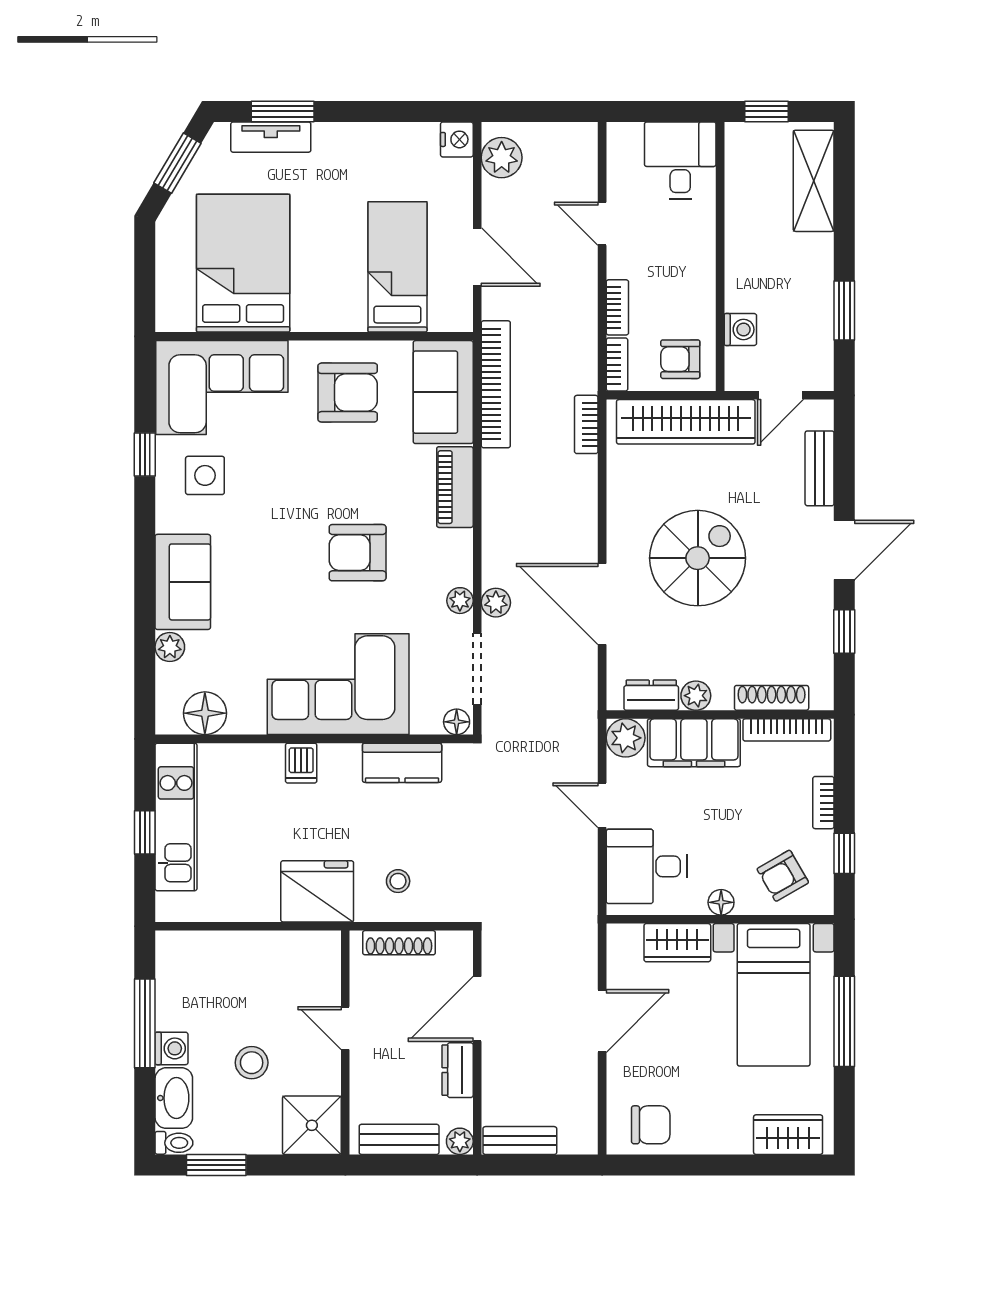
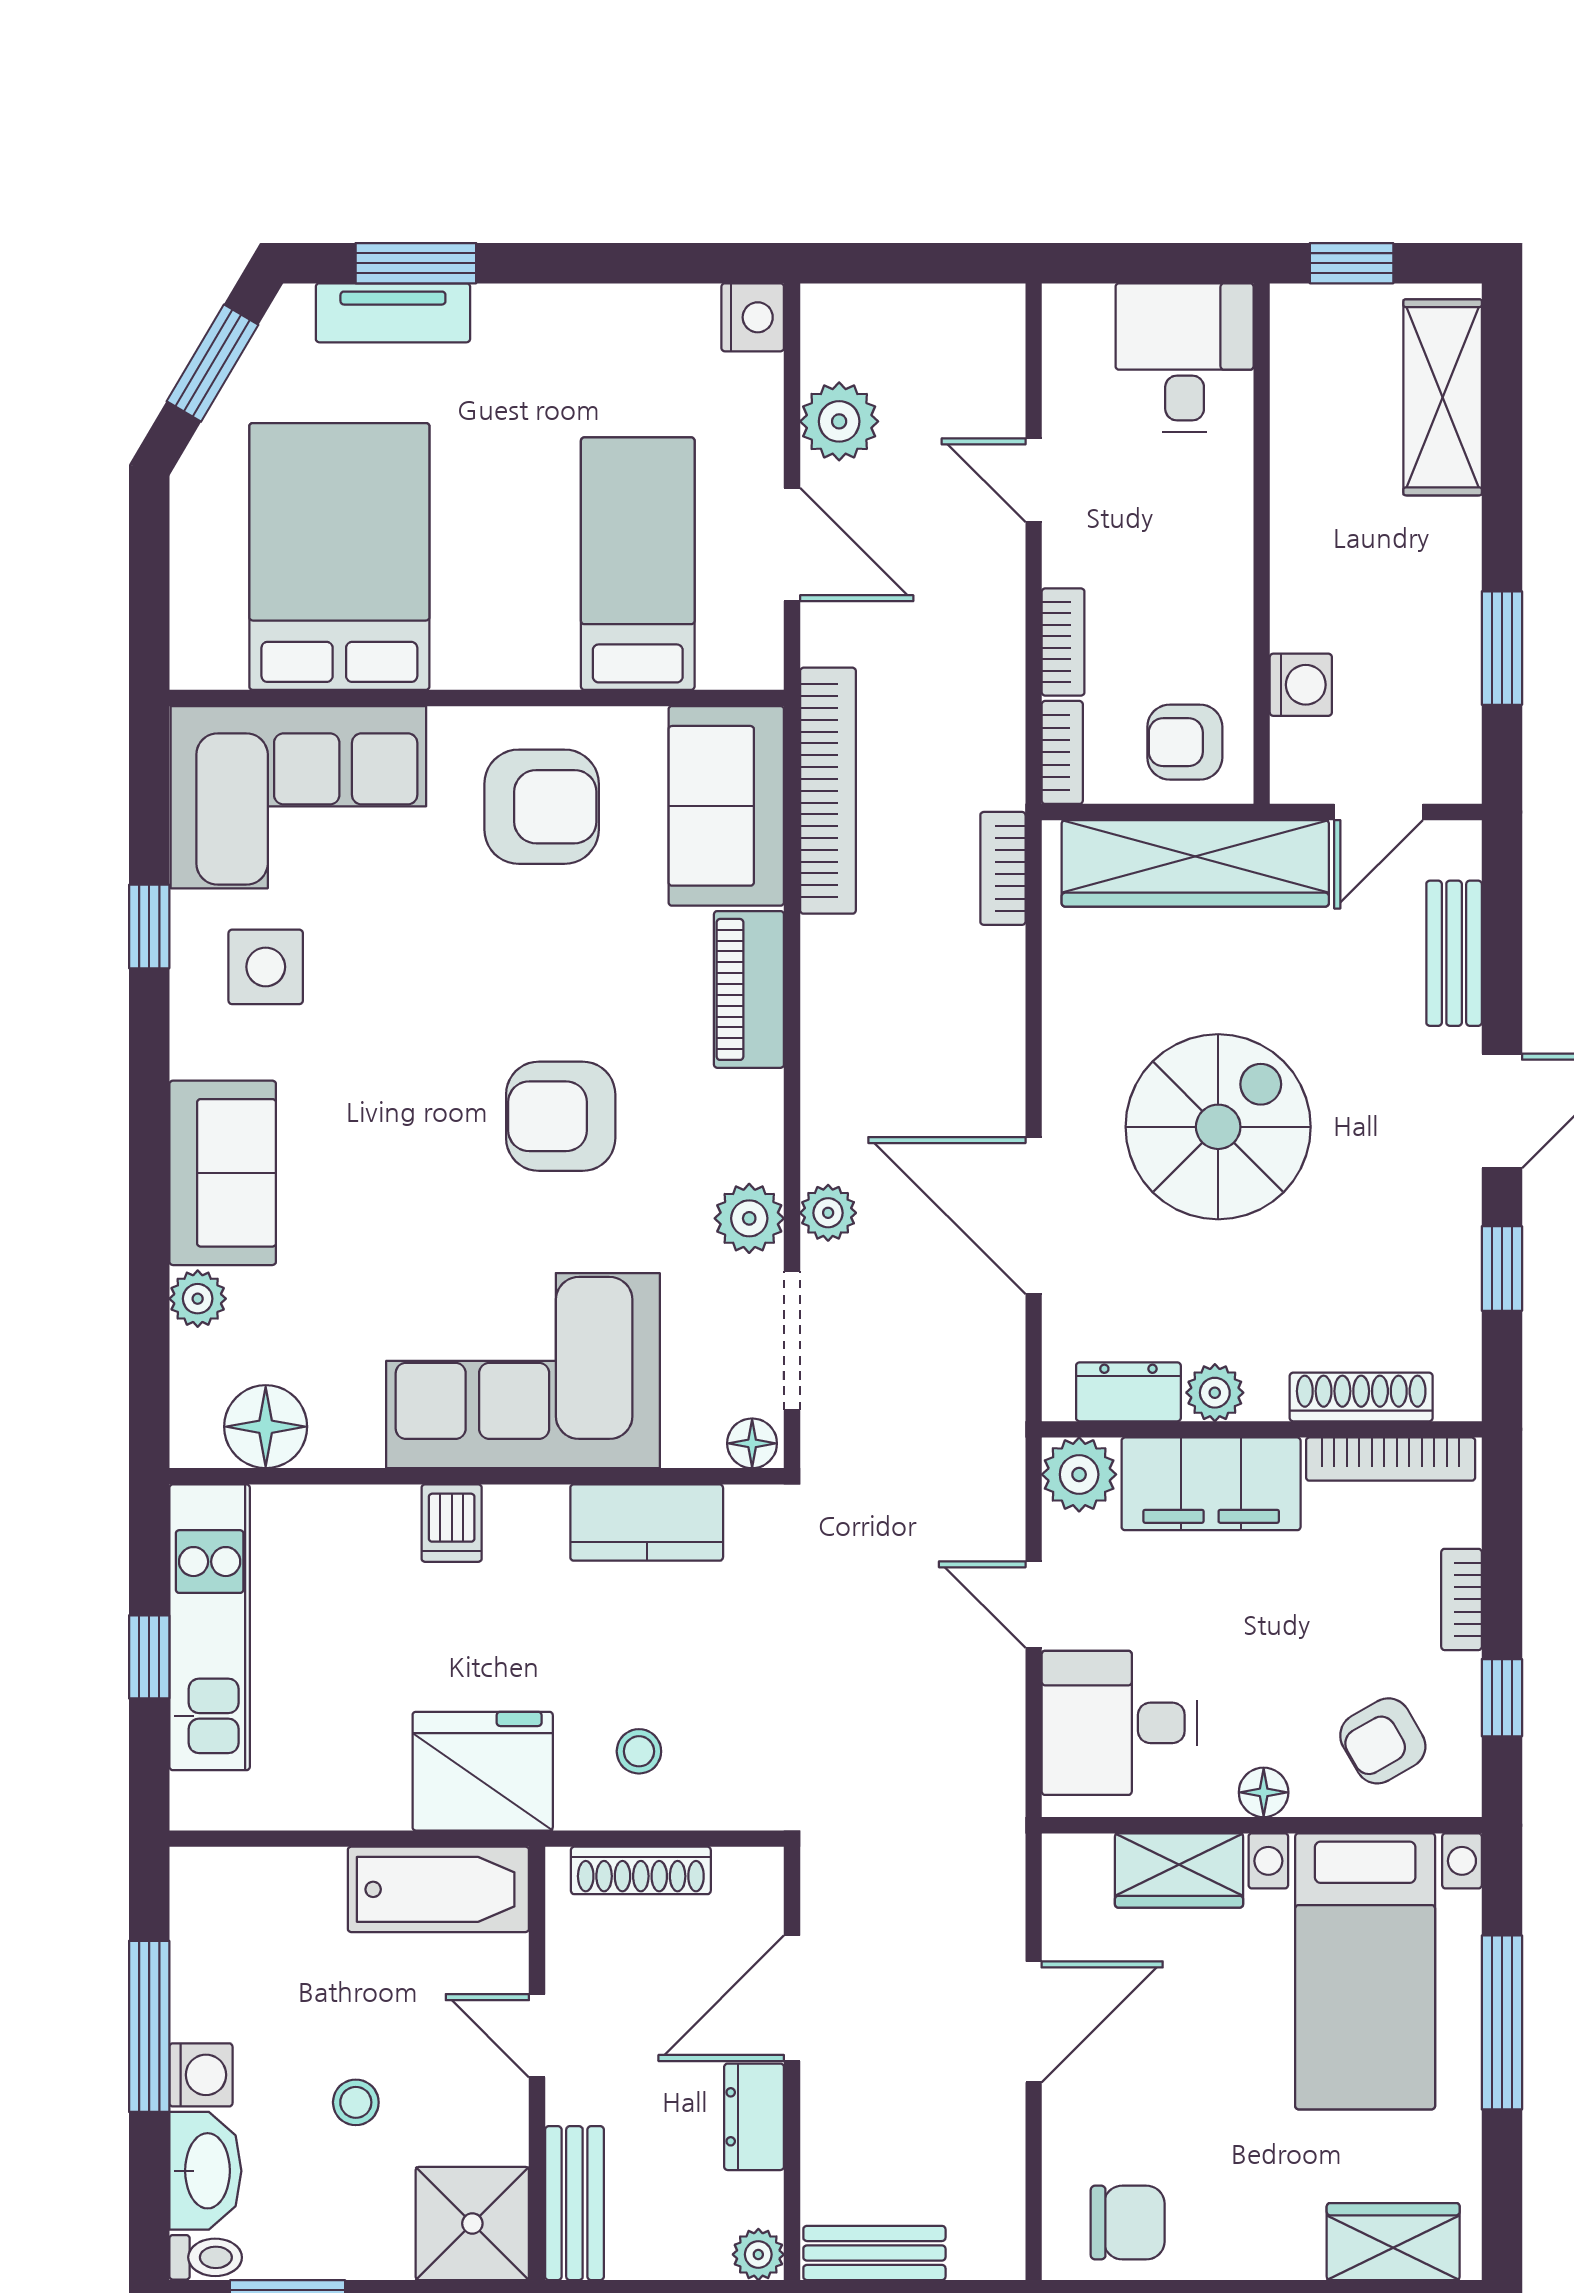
plant: (502, 158) -> (839, 421), moved
plant: (460, 601) -> (749, 1218), width x1.38, depth x1.38
bathtub: (294, 952) -> (438, 1889), added
stool: (252, 1063) -> (356, 2102), width x0.73, depth x0.73
bench: (399, 1139) -> (574, 2203), moved, turned 90

